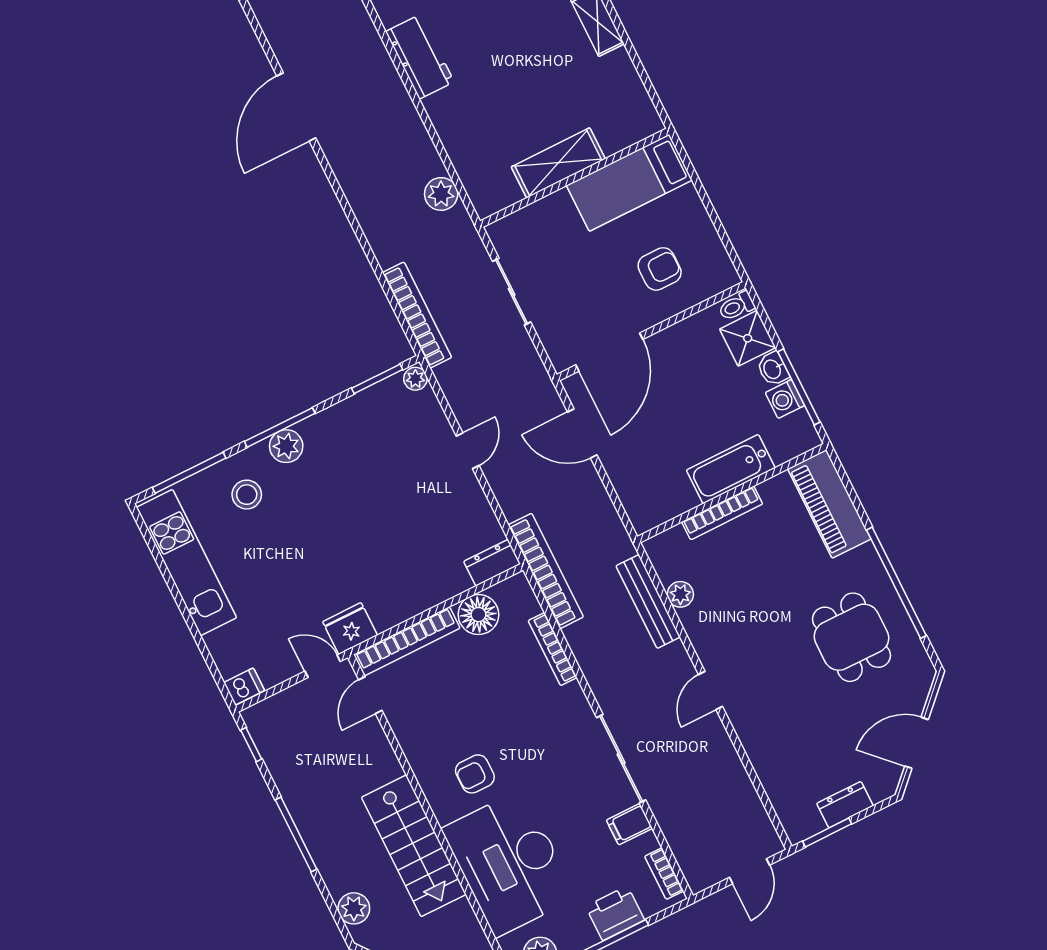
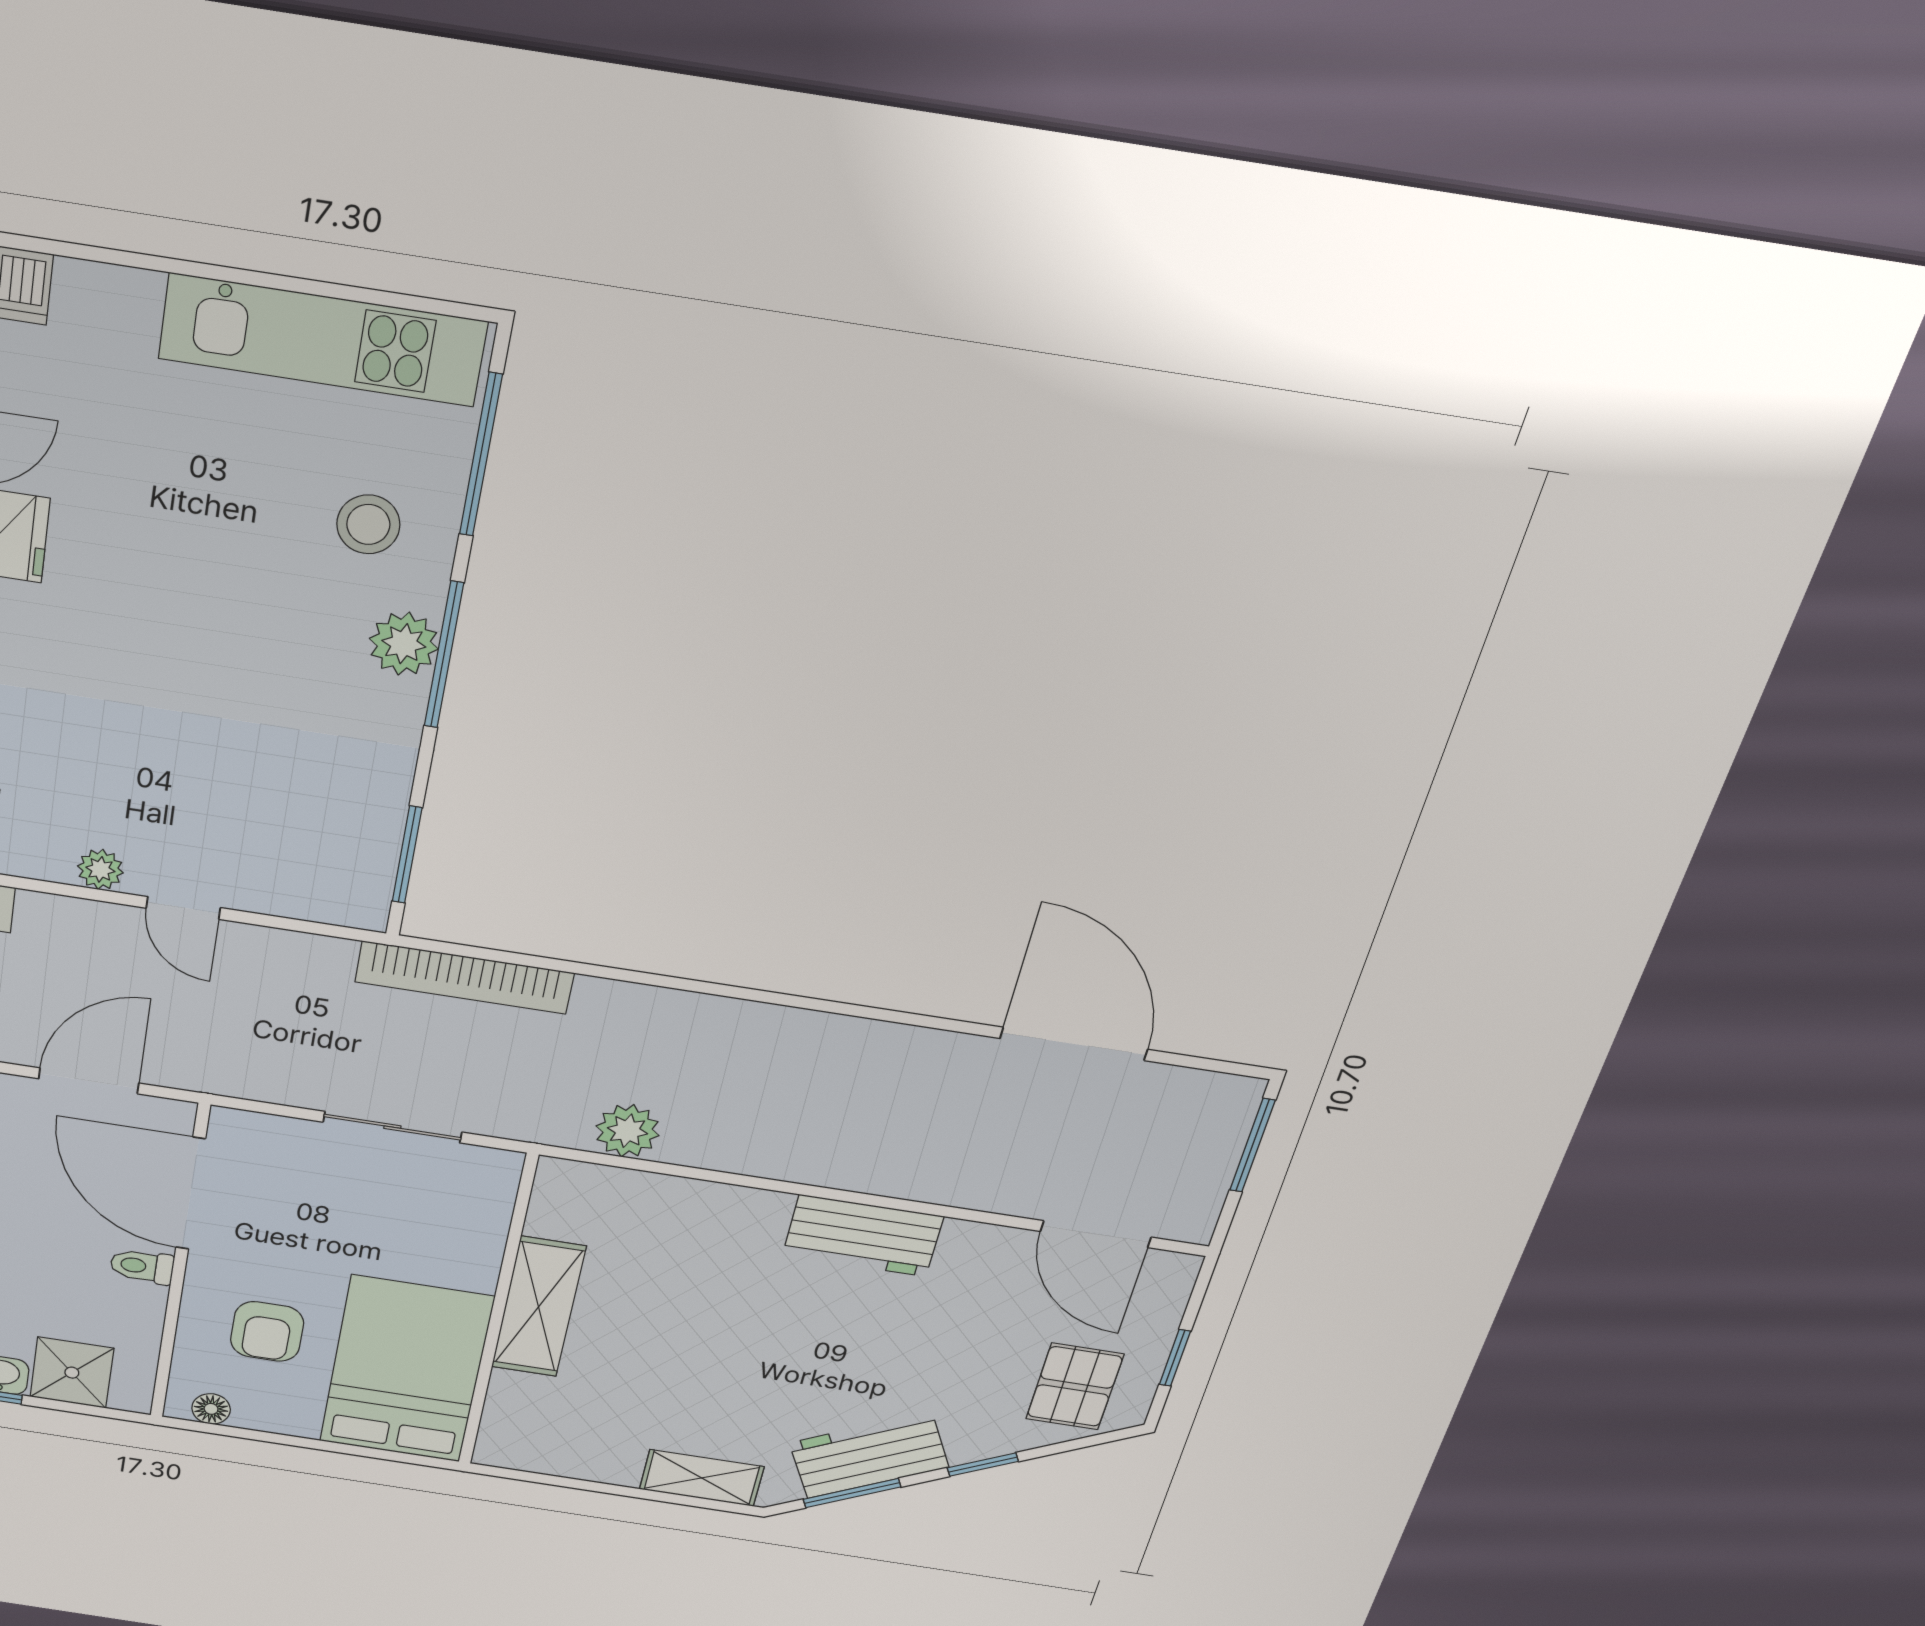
door: (296, 107) -> (1074, 1044), moved
bed: (629, 183) -> (406, 1370), width x1.50
floor lamp: (722, 264) -> (211, 1409), added
toilet: (736, 306) -> (142, 1266), moved, turned -90
plant: (415, 379) -> (100, 869), moved

